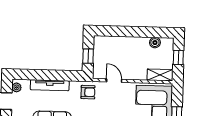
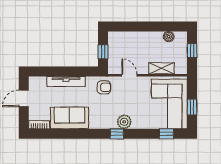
shelving: (160, 75) -> (161, 68), moved
plant: (17, 87) -> (33, 85), removed

